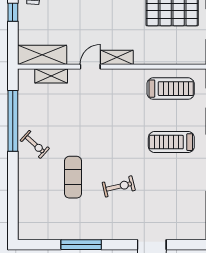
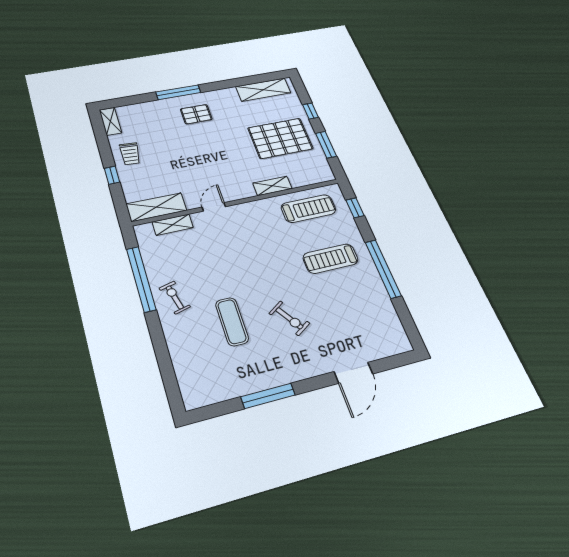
shelving: (117, 57) -> (272, 186), moved
exercise bike: (35, 144) -> (175, 297), turned -146
exercise bike: (119, 186) -> (289, 318), turned 70

